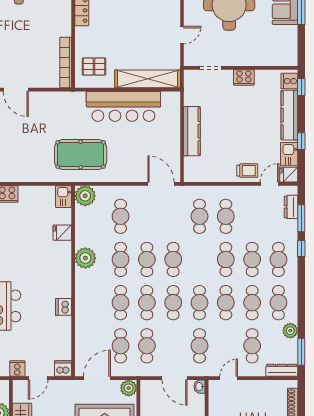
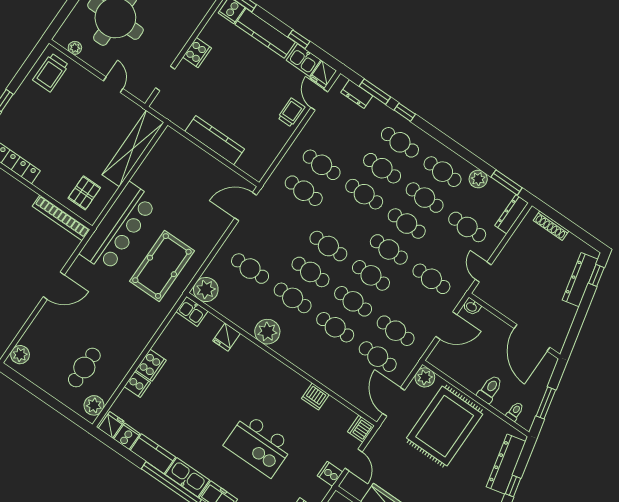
bar counter: (123, 106) -> (119, 227), moved
dishwasher: (64, 307) -> (315, 397), moved

